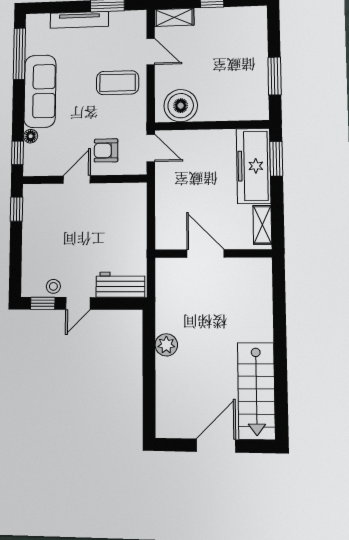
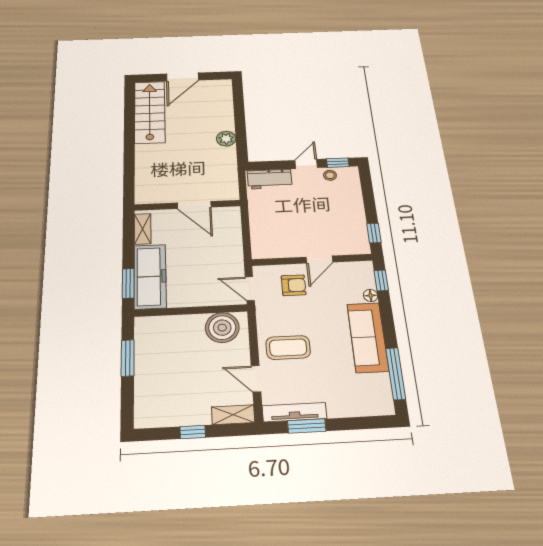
tv unit: (79, 20) -> (294, 412), moved

